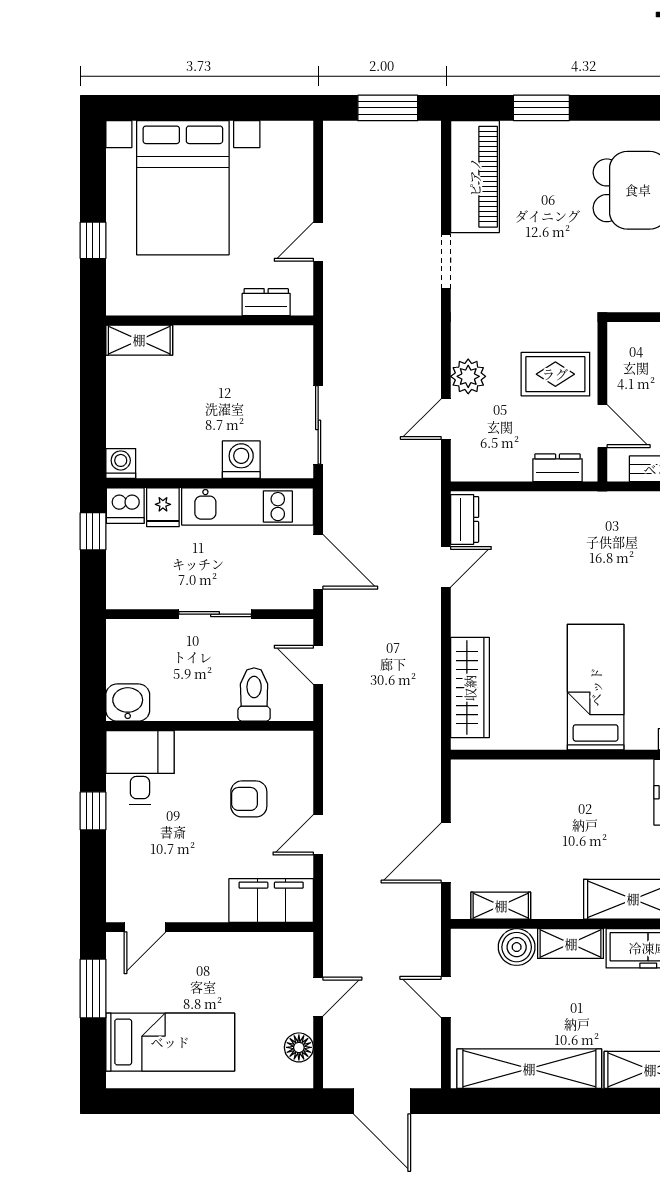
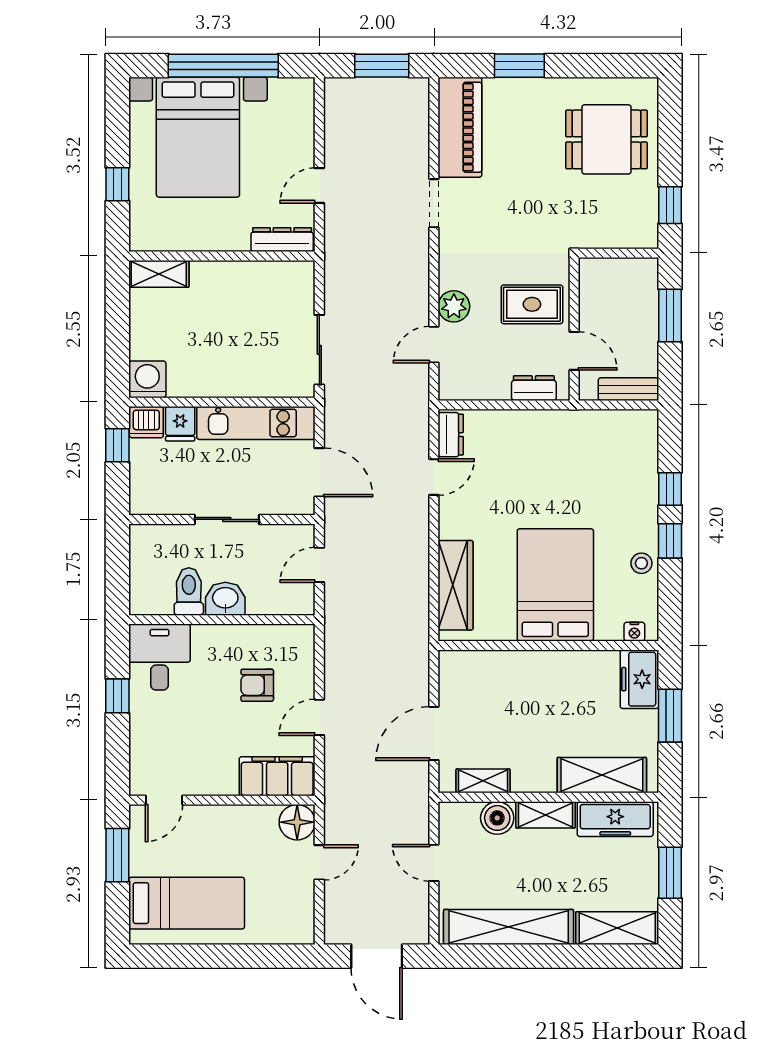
window: (211, 108) -> (223, 66), added
dresser: (266, 302) -> (282, 240), width x1.44
washing machine: (241, 460) -> (250, 381), removed
washing machine: (121, 463) -> (147, 379), width x1.38, depth x1.38
door: (318, 665) -> (319, 565), hinge flipped
bed: (596, 687) -> (555, 585), width x1.50
toilet: (254, 694) -> (189, 592), moved
washbasin: (128, 703) -> (225, 599), moved
floor lamp: (299, 1047) -> (297, 822), moved, width x1.38, depth x1.38

